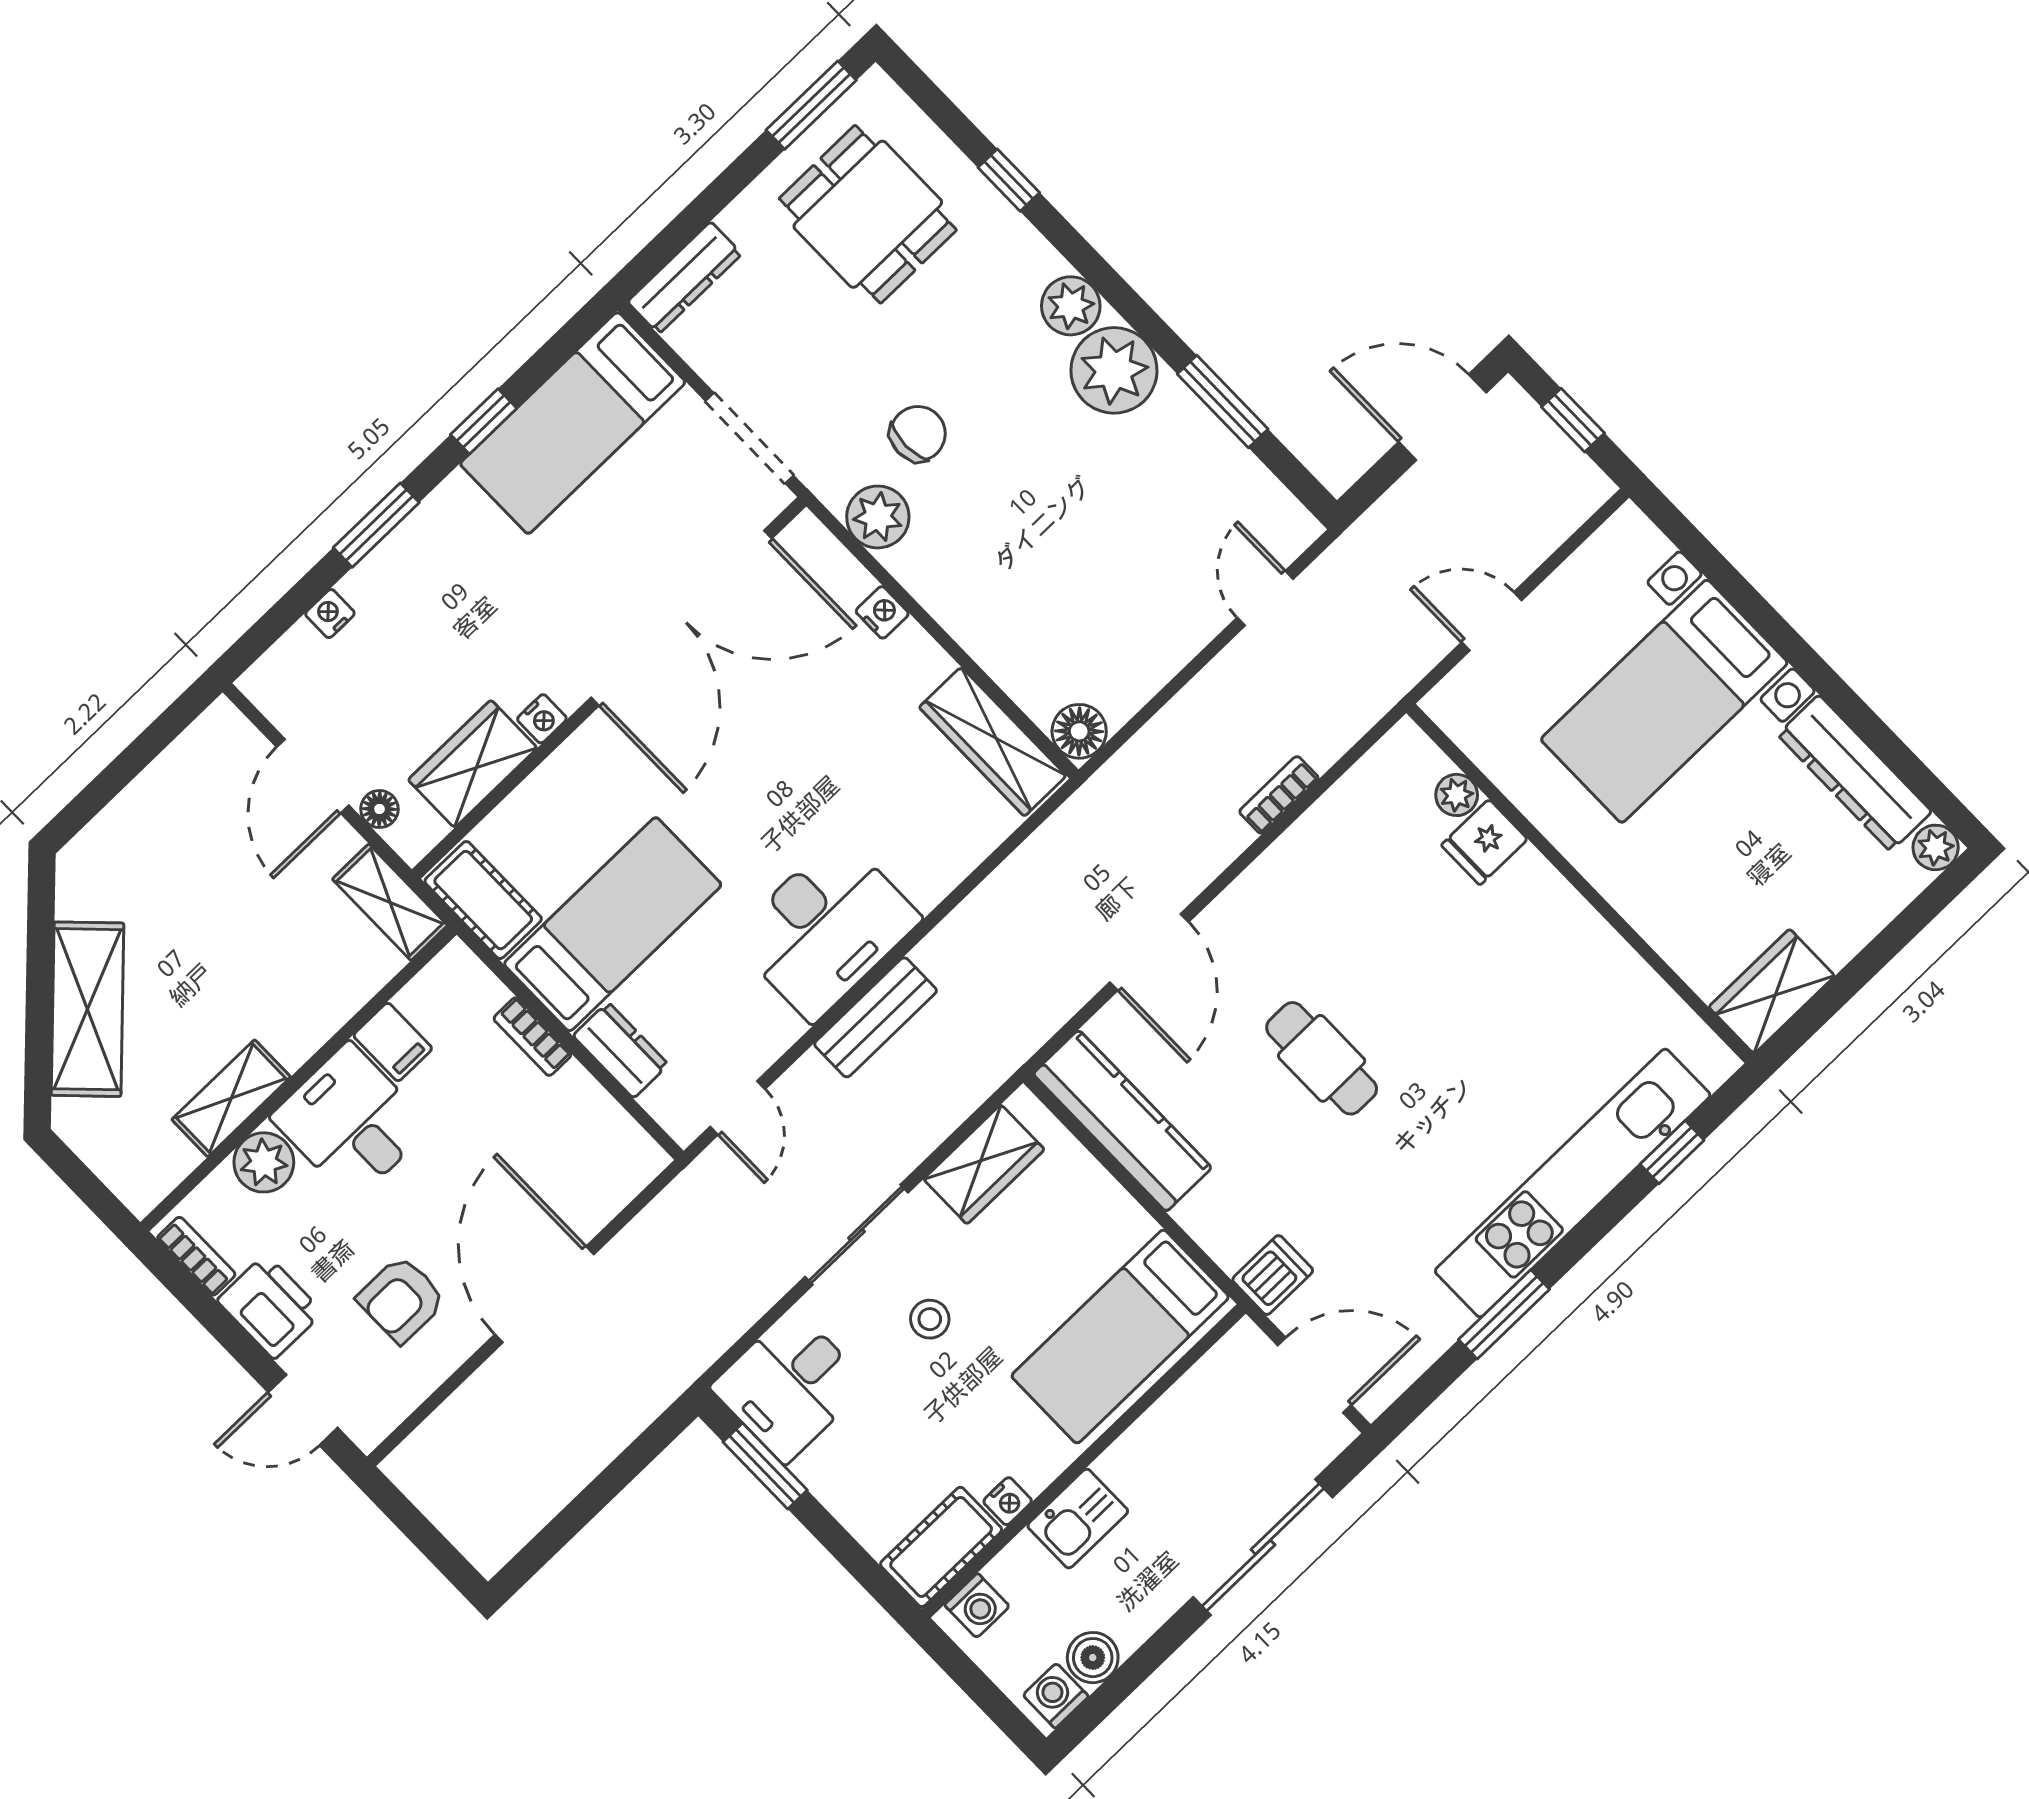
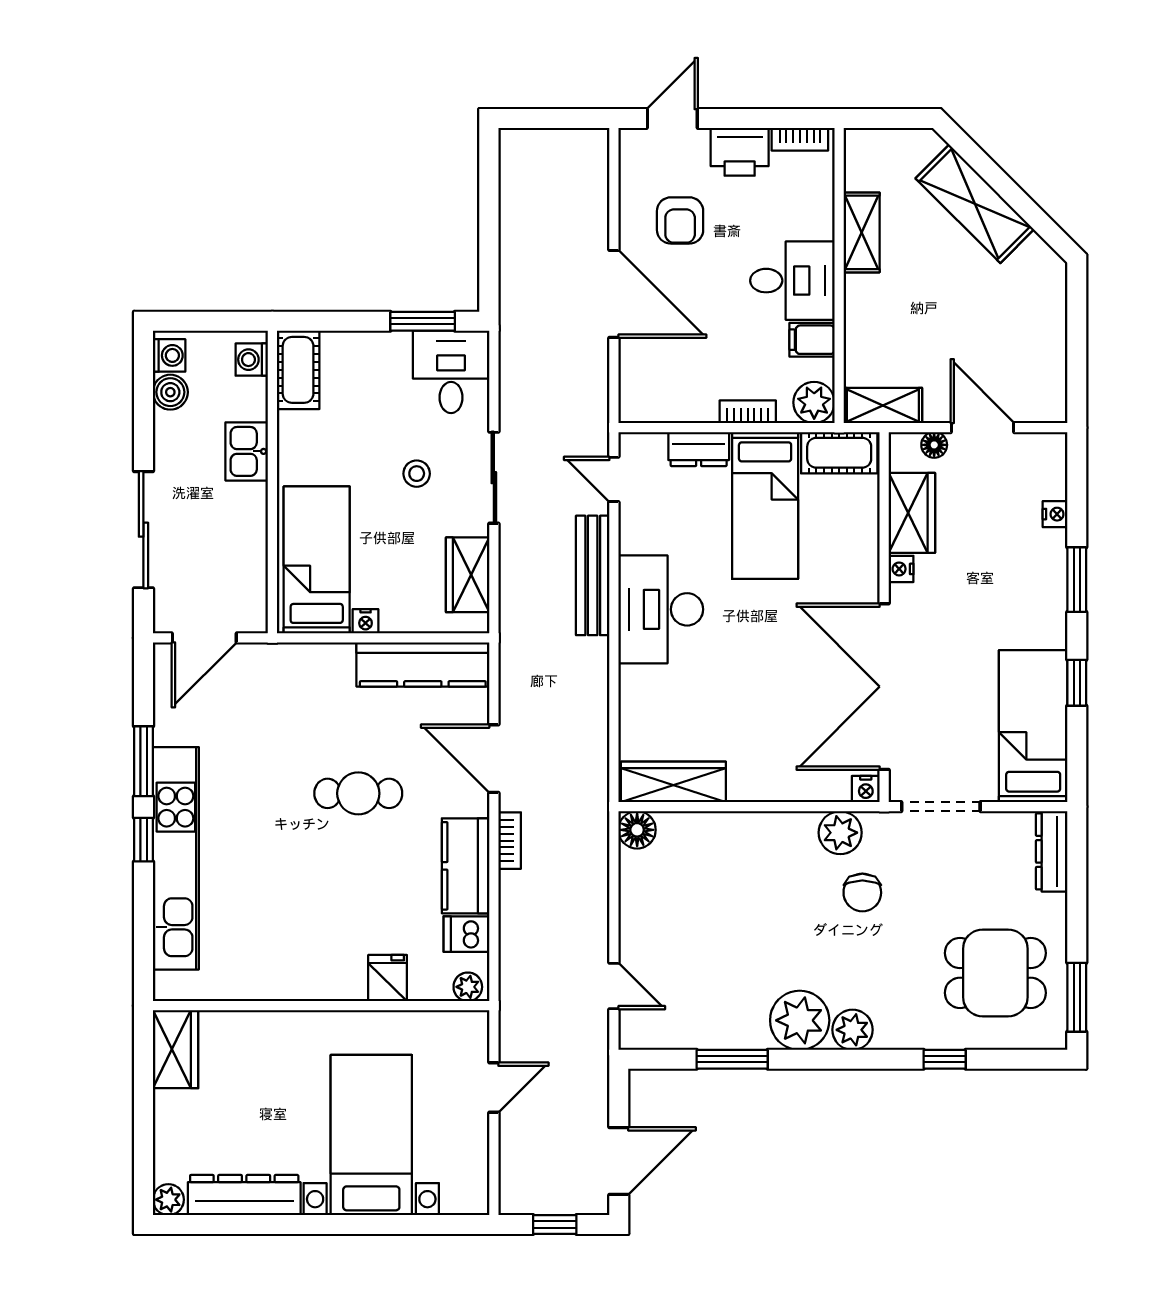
nightstand: (882, 612) -> (866, 789), moved
bookcase: (1279, 795) -> (510, 841), moved
plant: (1457, 795) -> (468, 987), moved
kitchen counter: (1289, 874) -> (466, 866), added
bench: (876, 1017) -> (593, 575), width x1.36
window: (1672, 1152) -> (143, 840), moved
plant: (264, 1162) -> (814, 402), moved
dishwasher: (1273, 1275) -> (466, 934), moved, turned 90
armchair: (401, 1299) -> (680, 220), turned 180
nightstand: (1008, 1501) -> (366, 621), moved, turned -90

